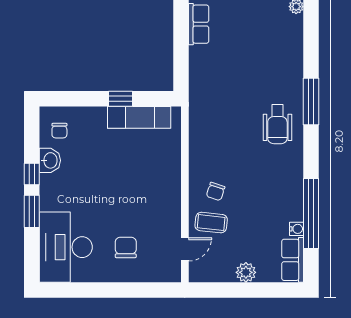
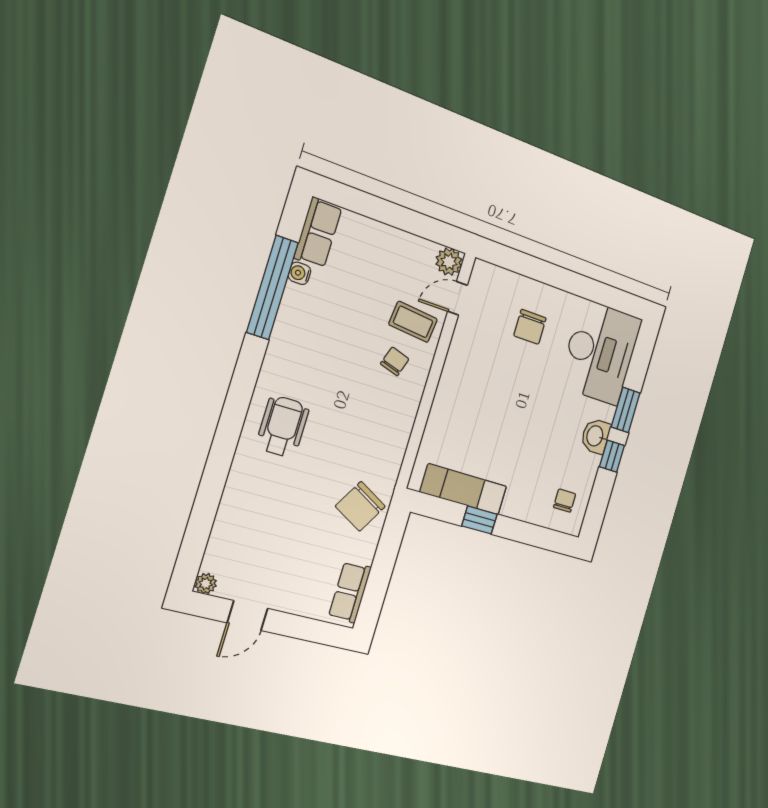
chair: (209, 85) -> (360, 506), added
window: (311, 102) -> (224, 444), removed
washbasin: (50, 160) -> (596, 436), moved
plant: (246, 272) -> (449, 262), moved

